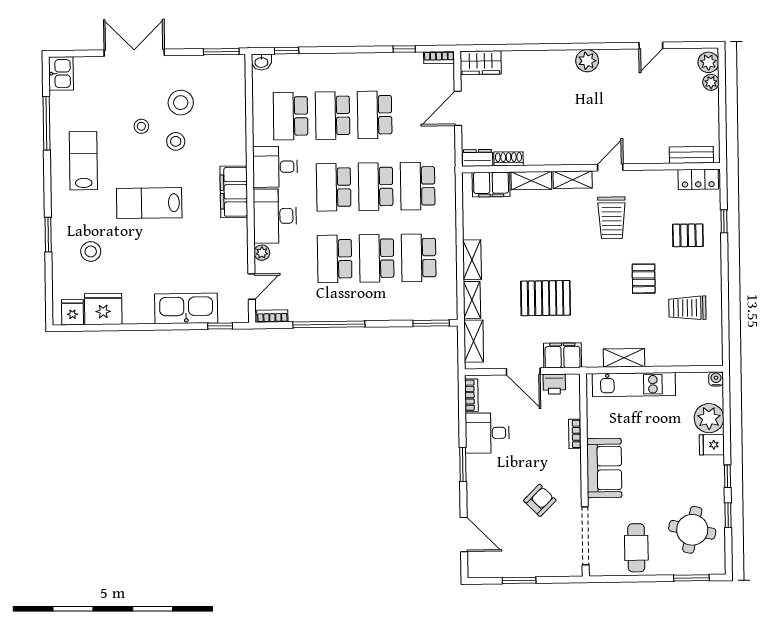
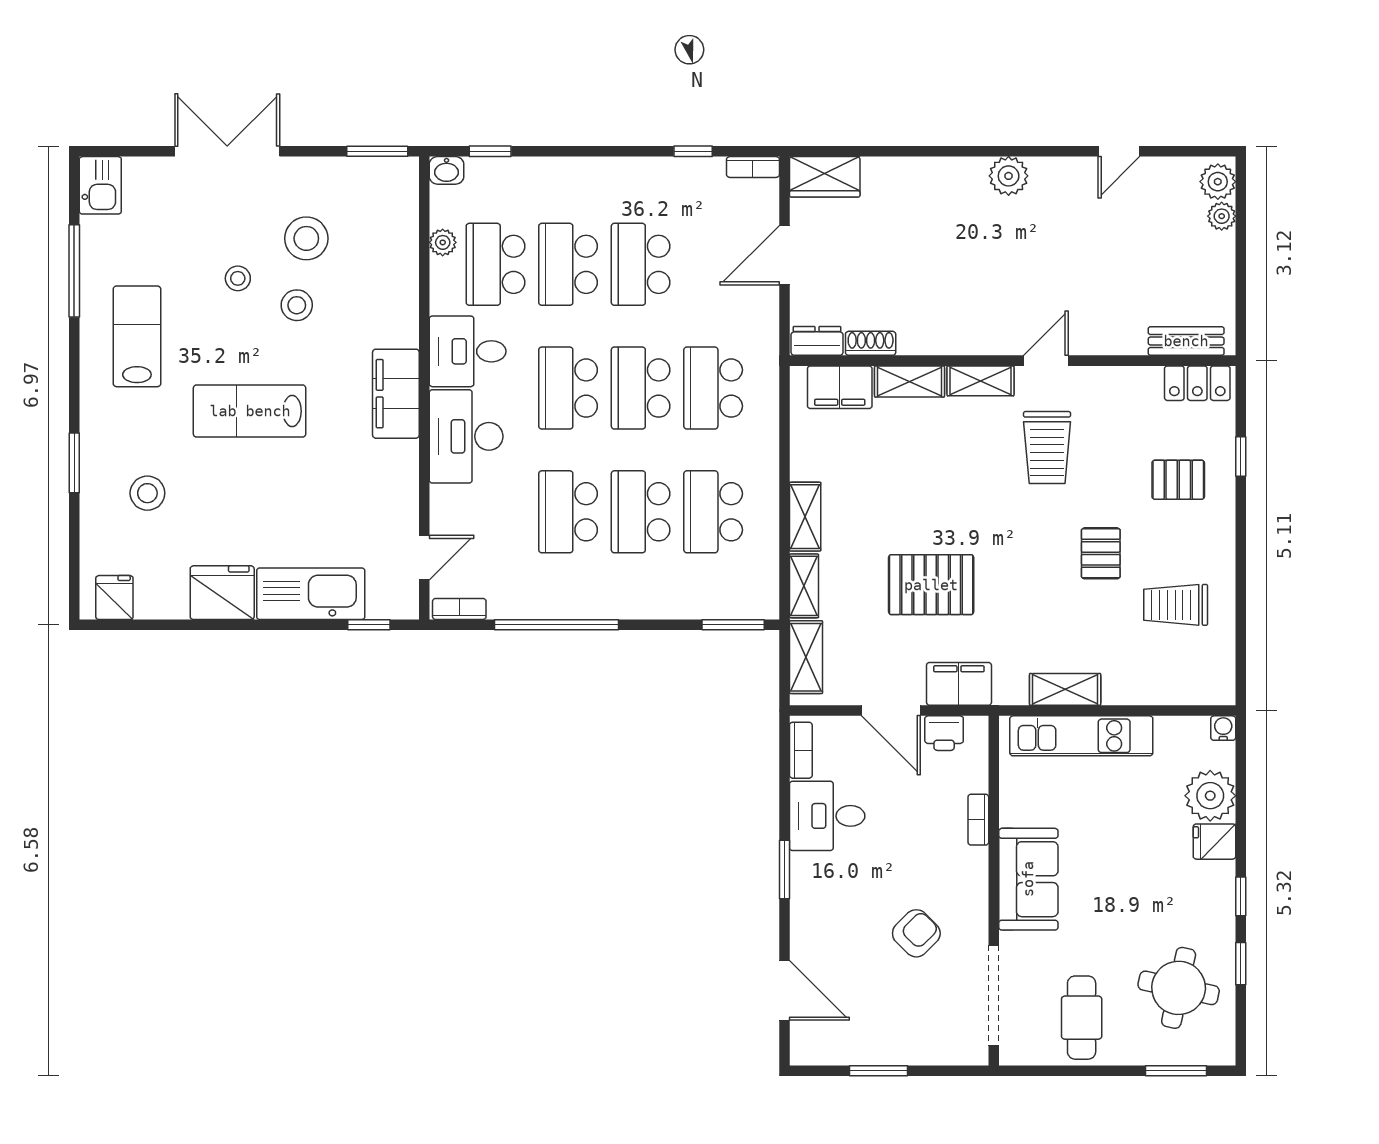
plant: (262, 253) -> (443, 242), moved
fridge: (103, 309) -> (222, 593), moved

